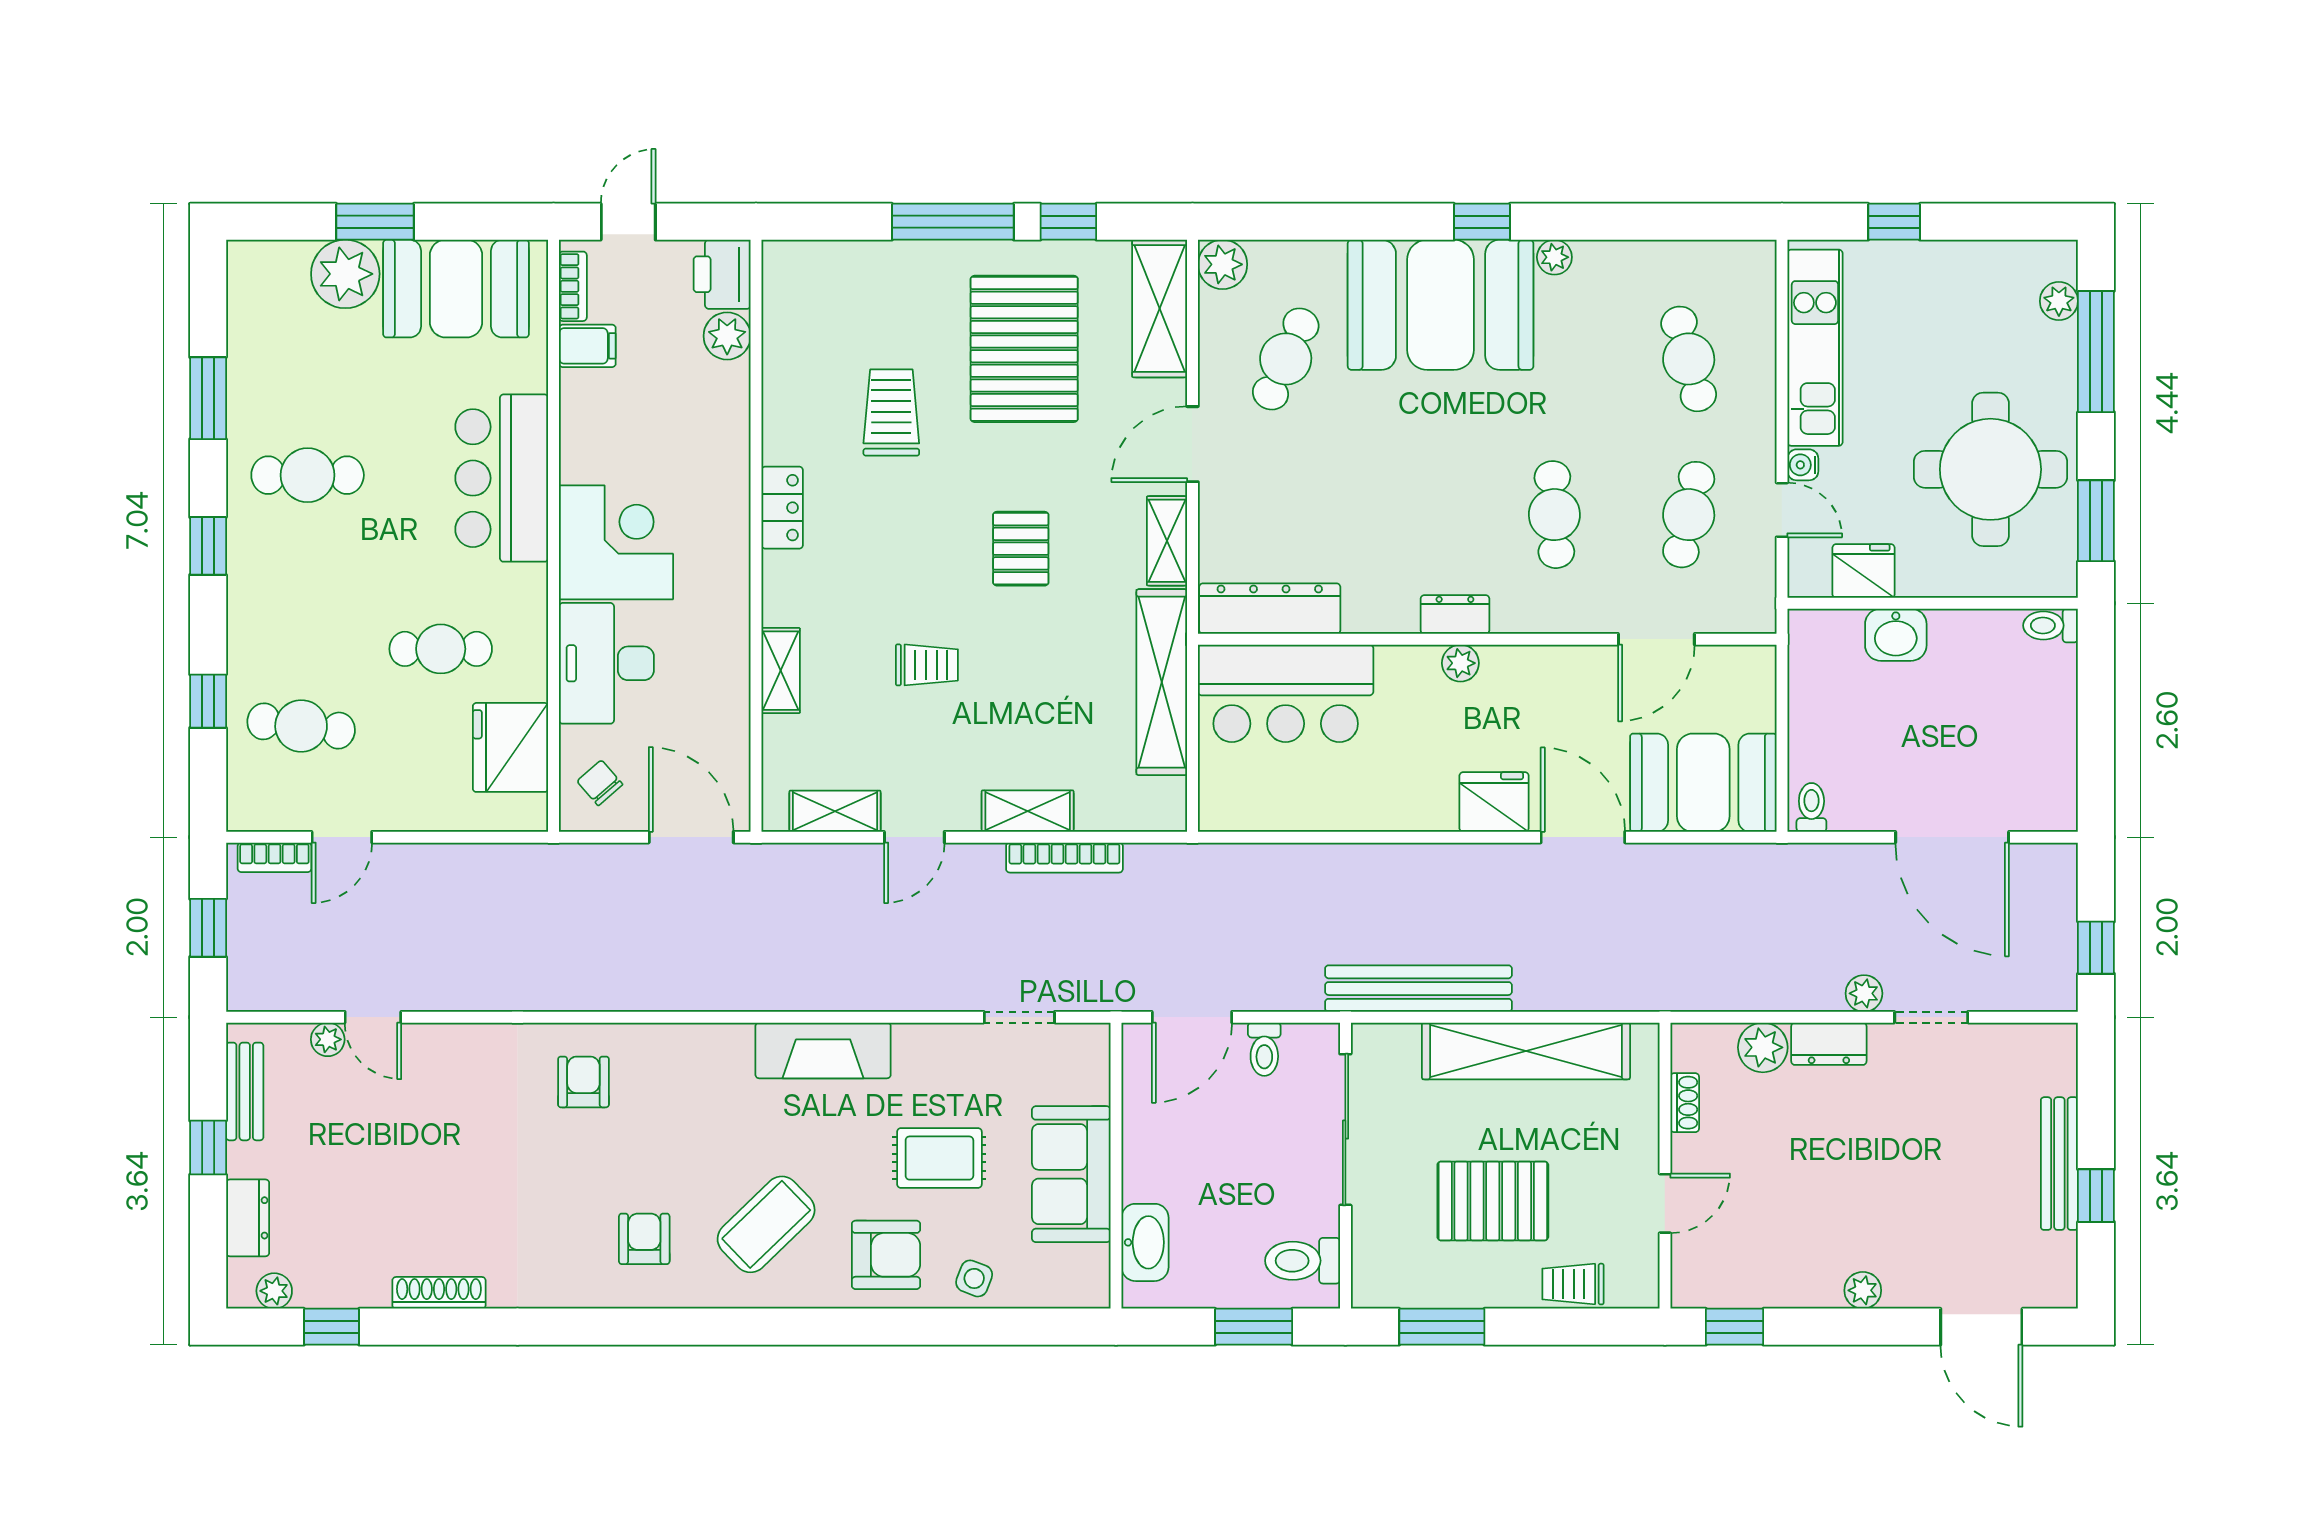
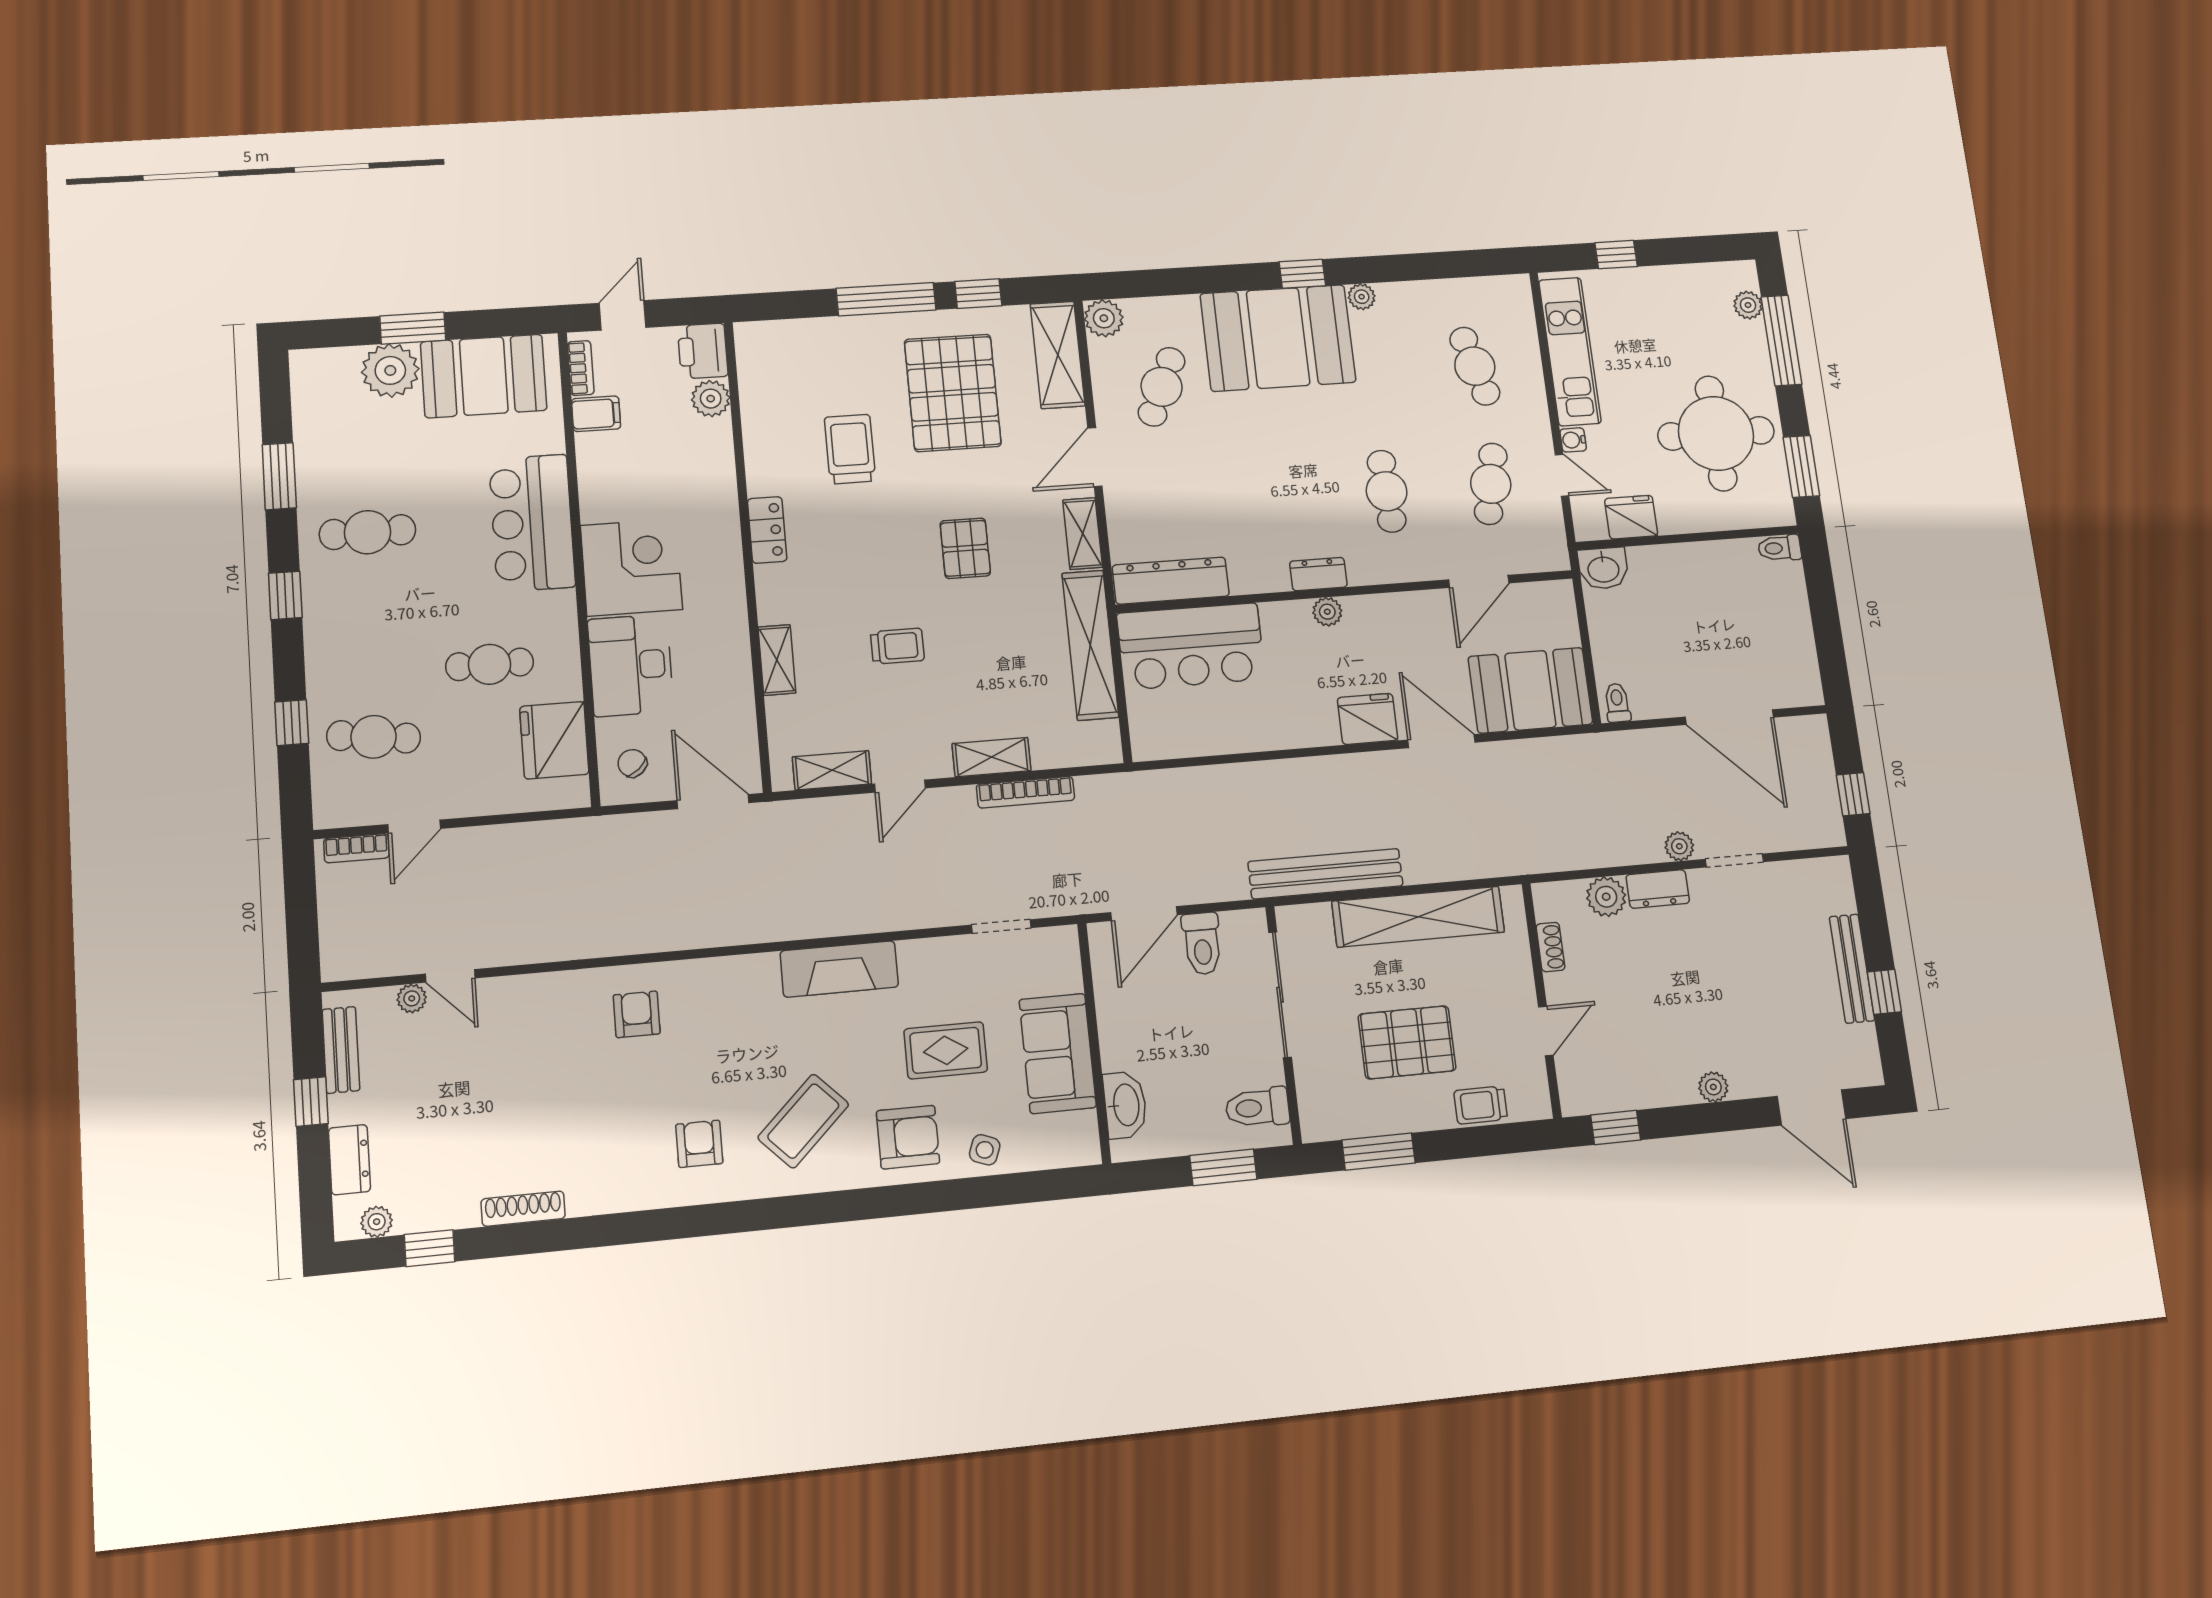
washbasin: (1896, 635) -> (1603, 568), moved
window: (208, 928) -> (301, 913), removed
toilet: (1264, 1049) -> (1202, 944), width x1.37, depth x1.39

